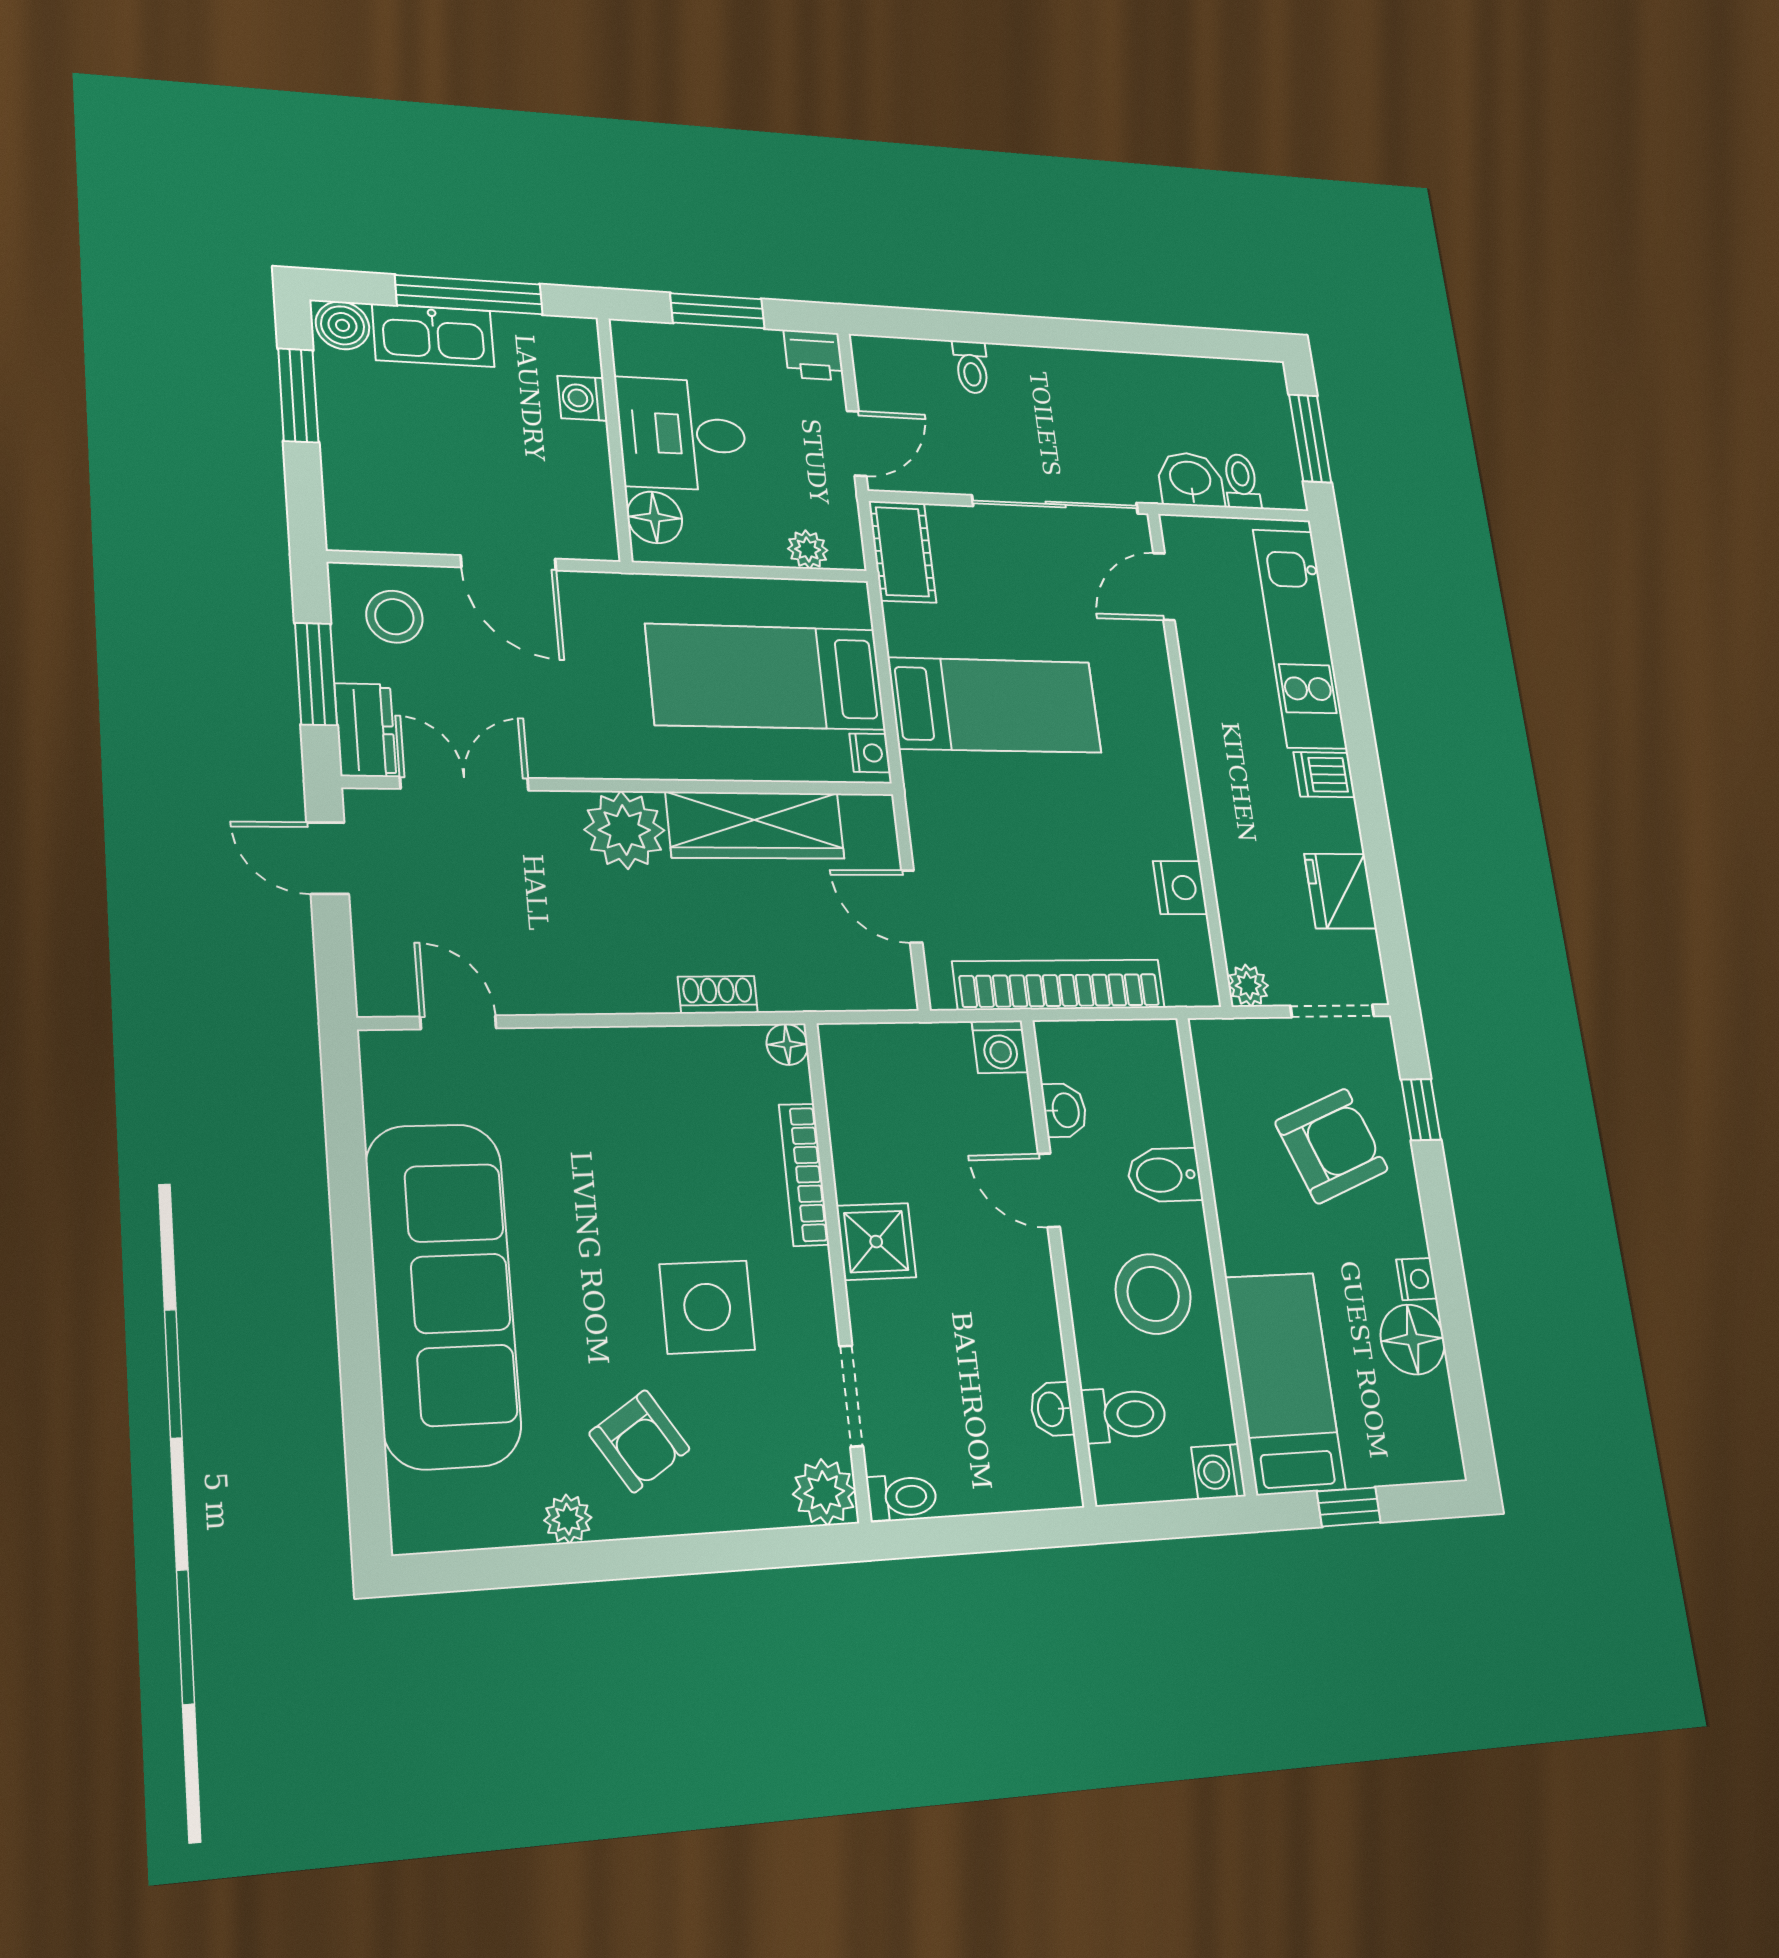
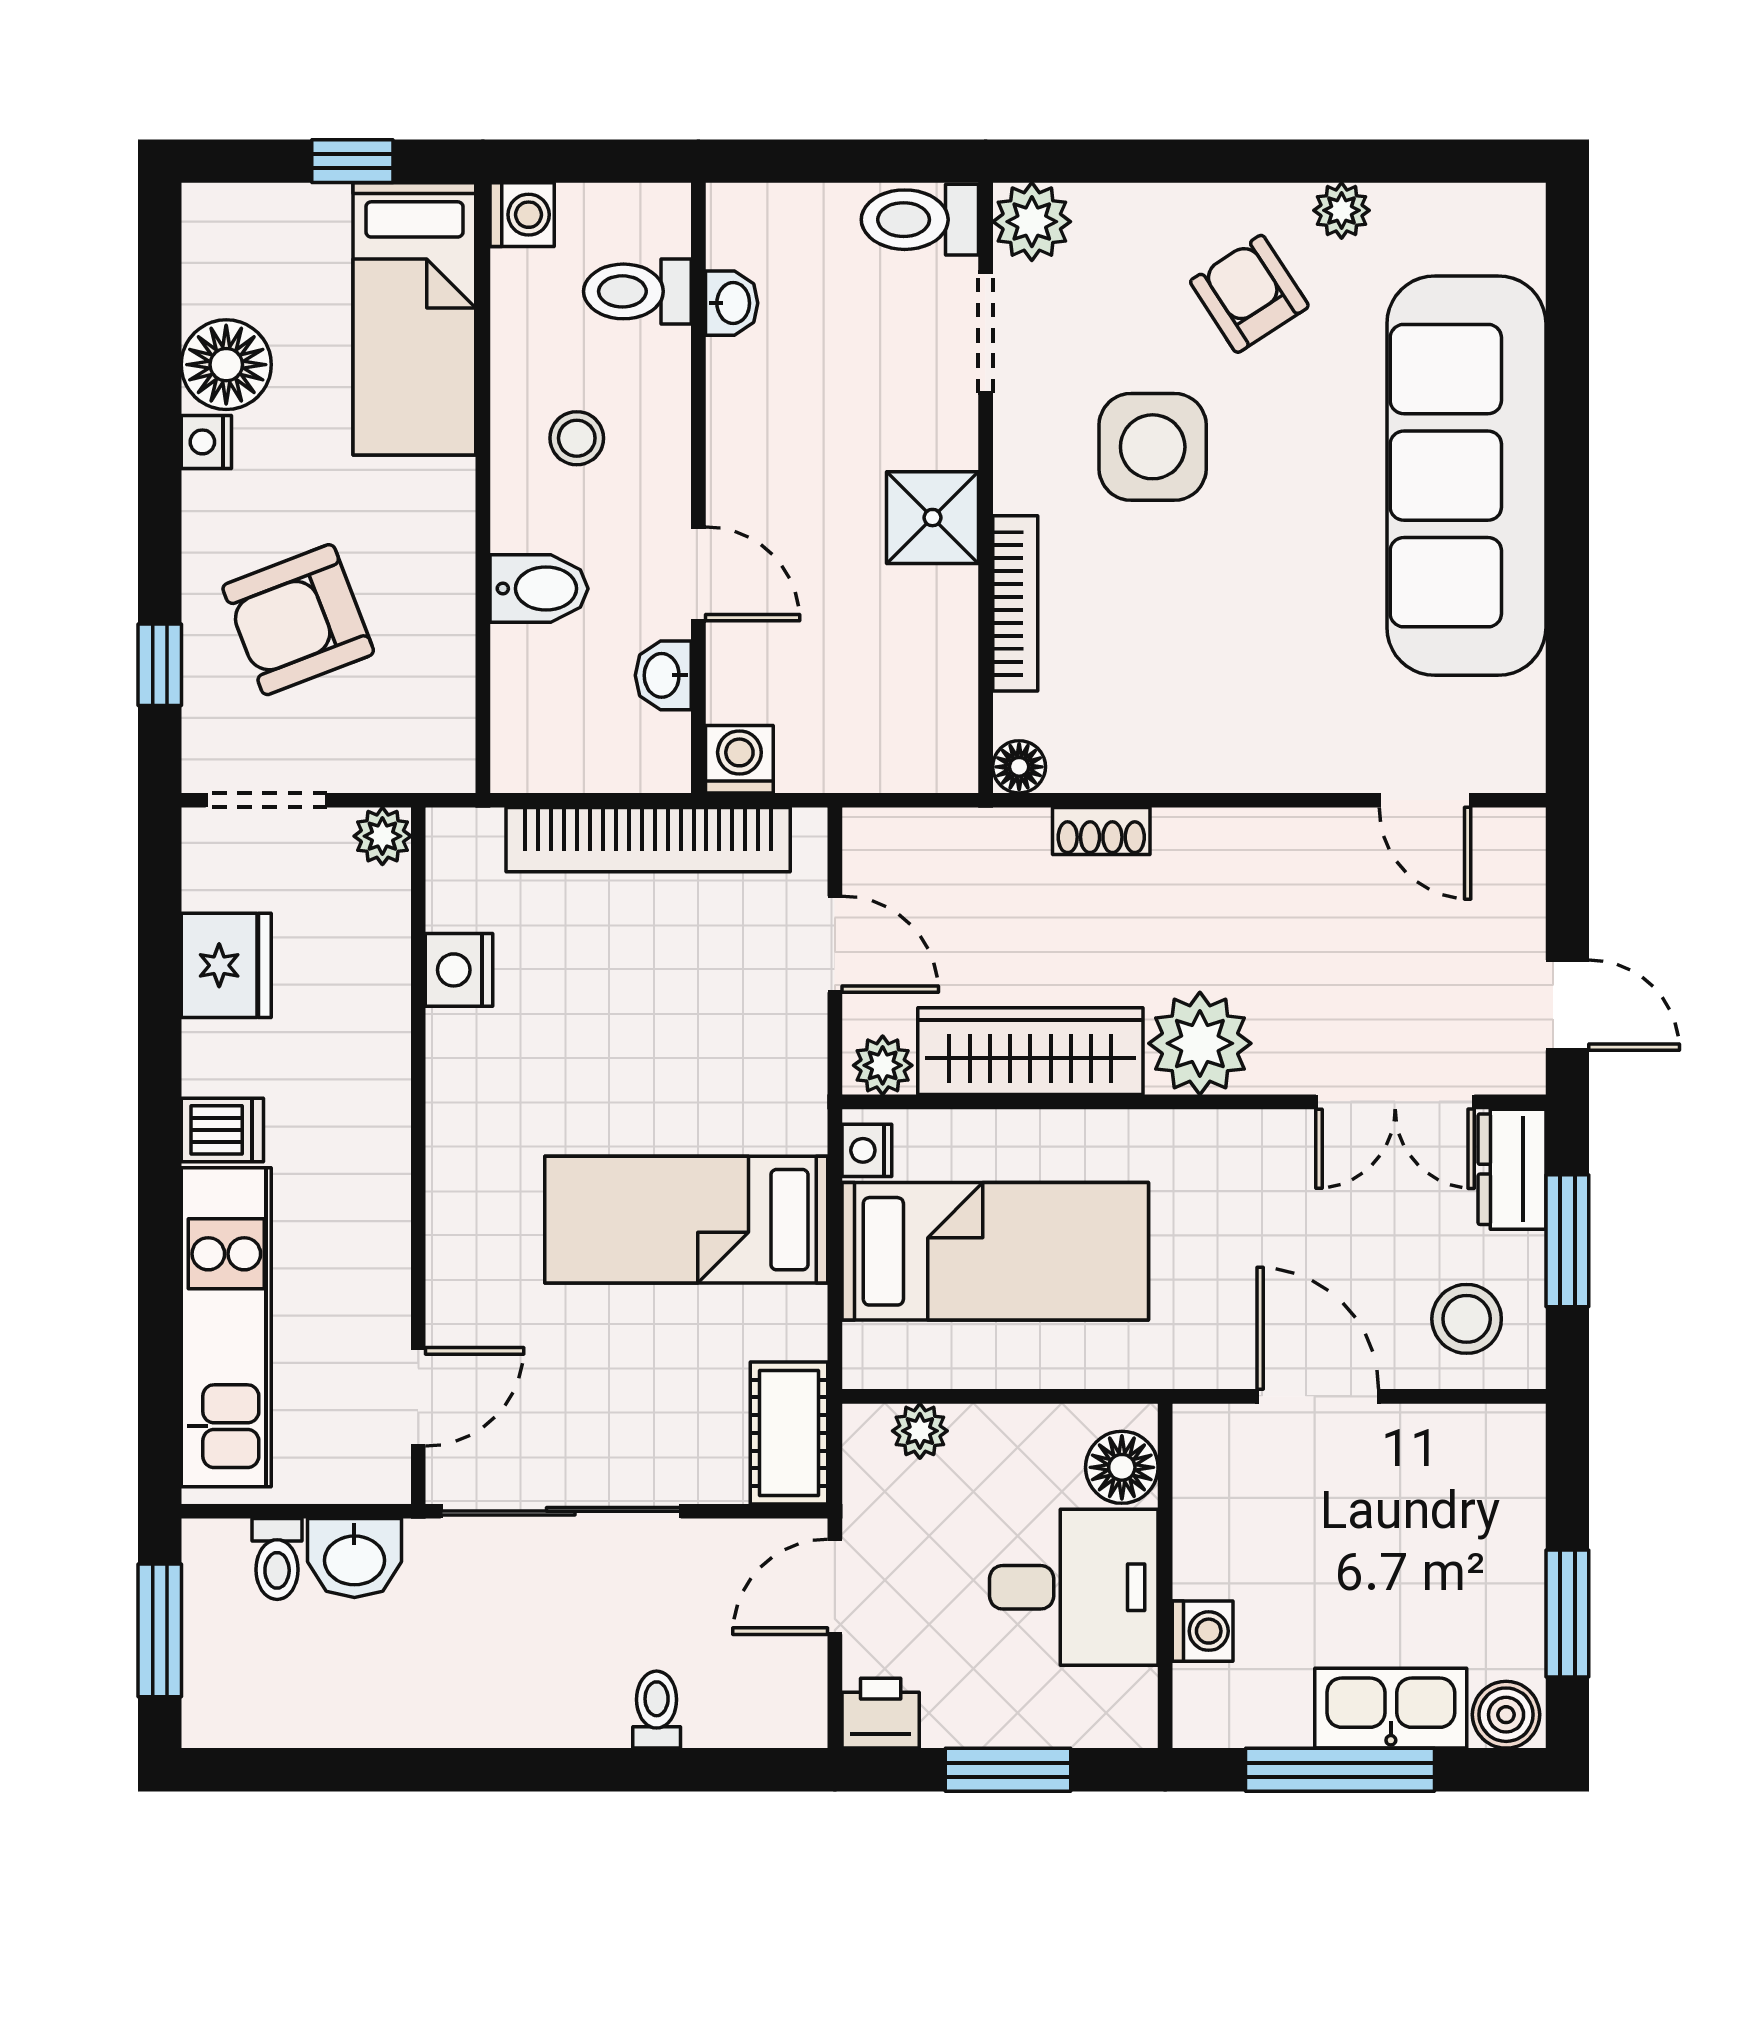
plant: (866, 816) -> (883, 1065), added
stool: (1153, 1294) -> (577, 438), width x0.53, depth x0.53
toilet: (902, 1497) -> (920, 220), width x1.37, depth x1.39

